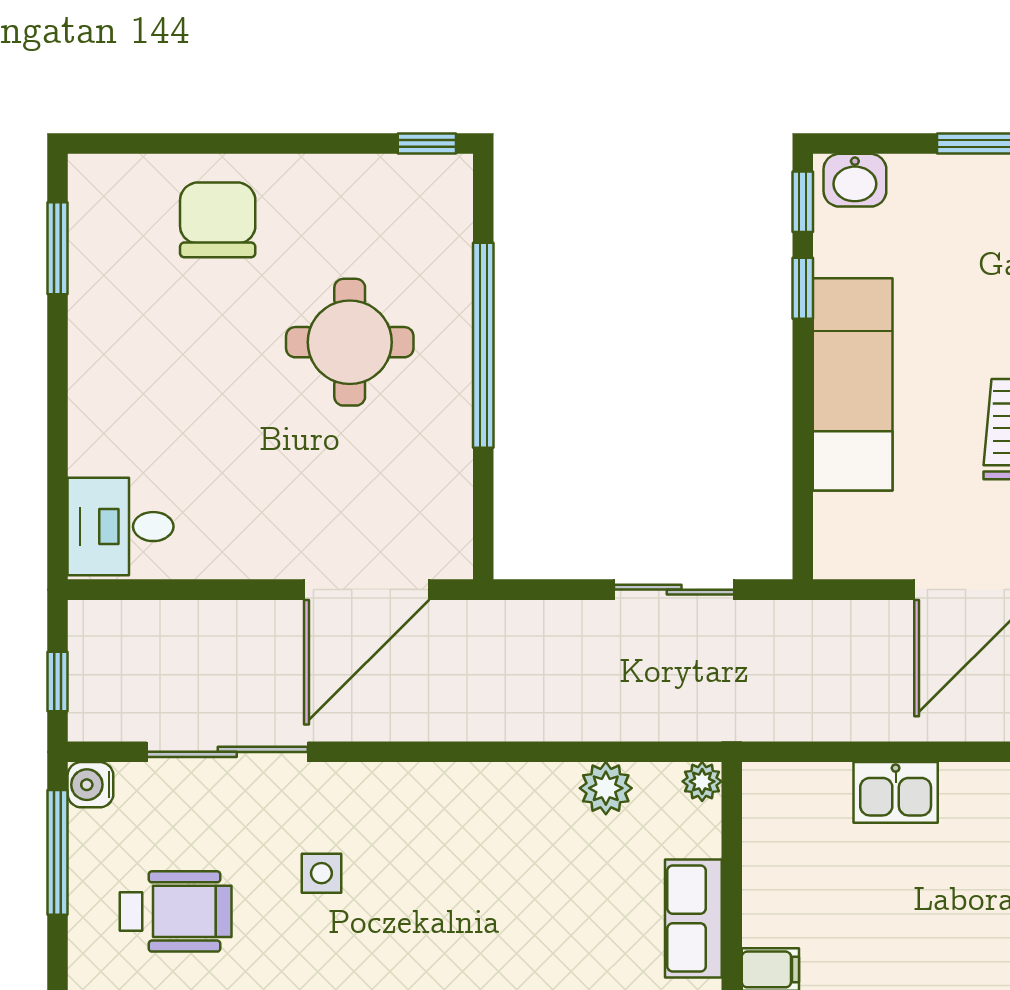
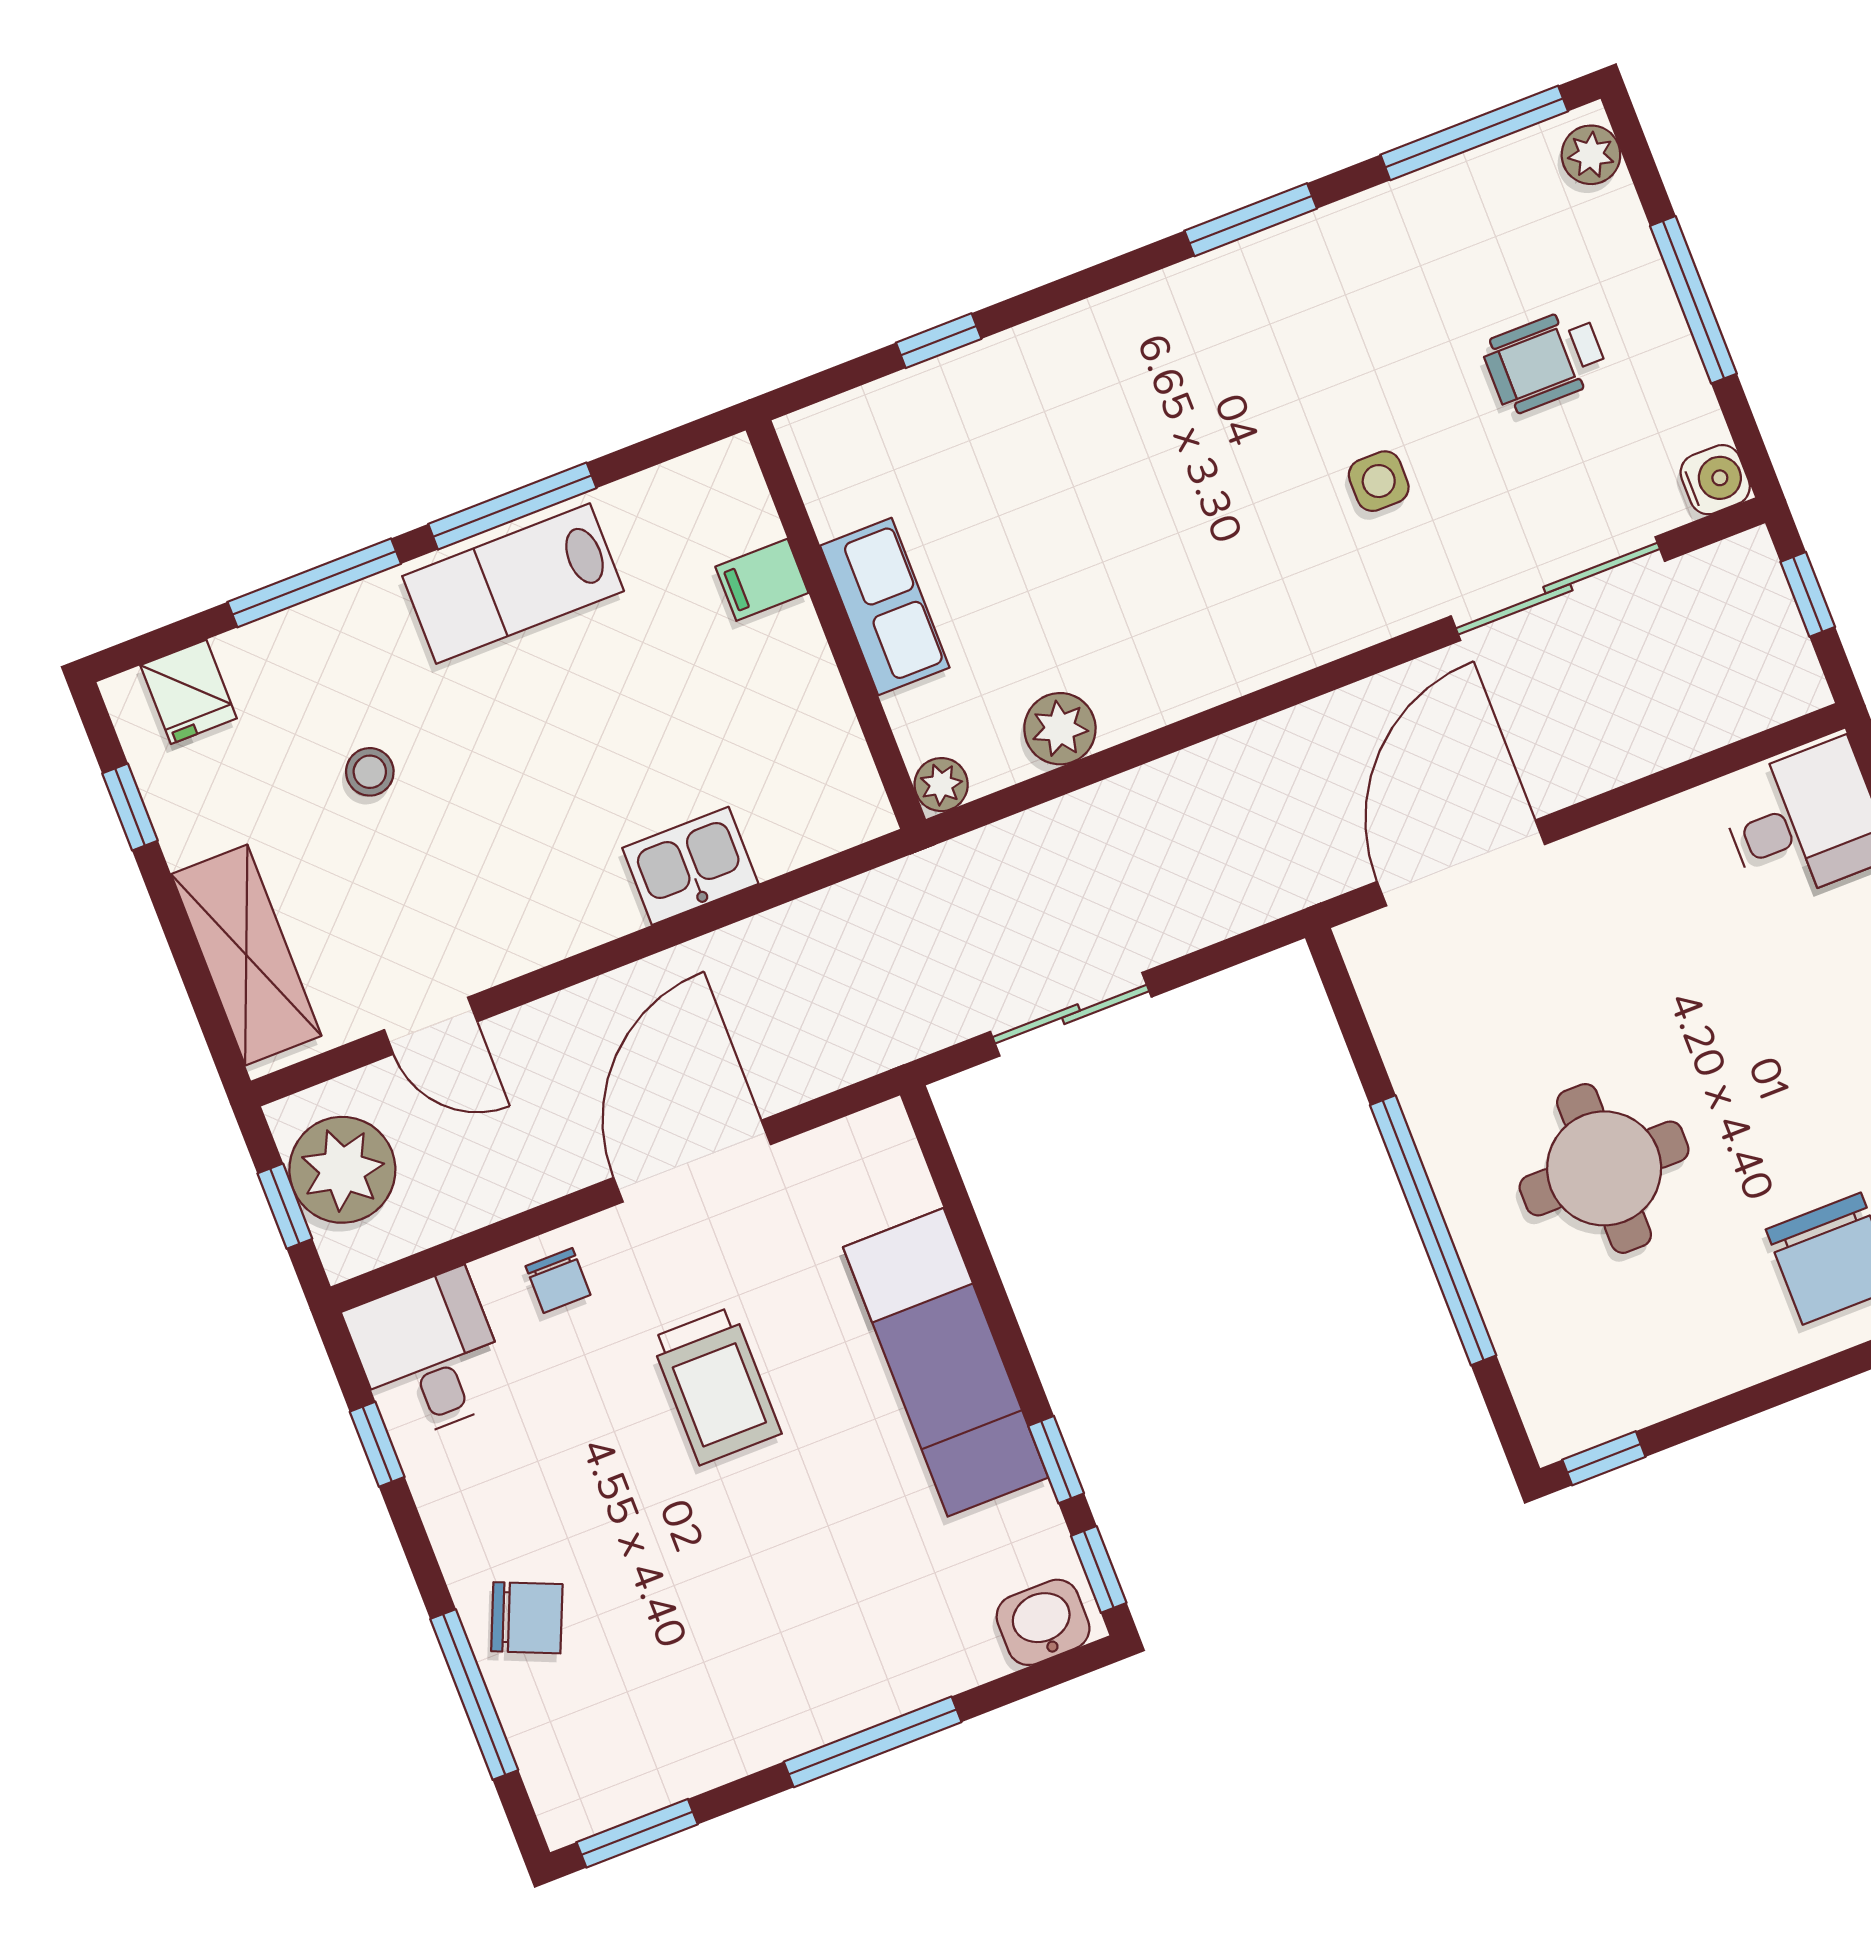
window: (58, 852) -> (1693, 300), moved
wheelchair: (176, 911) -> (1545, 361), width x0.73, depth x0.73

